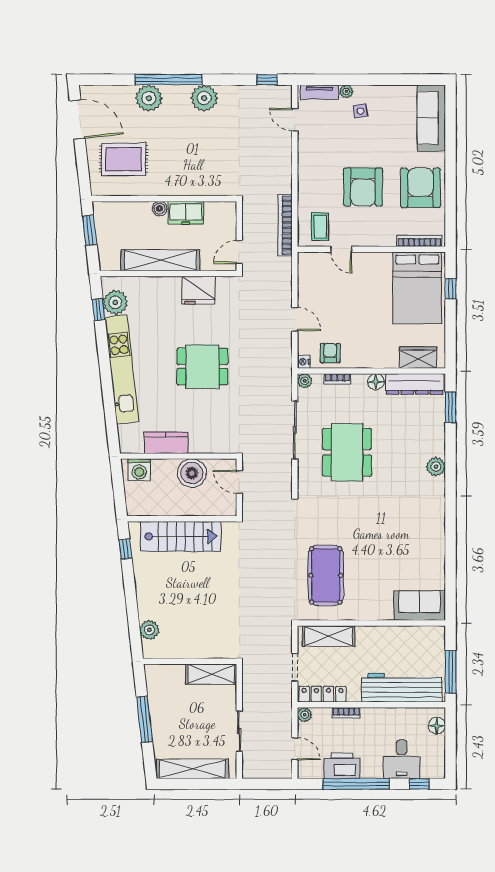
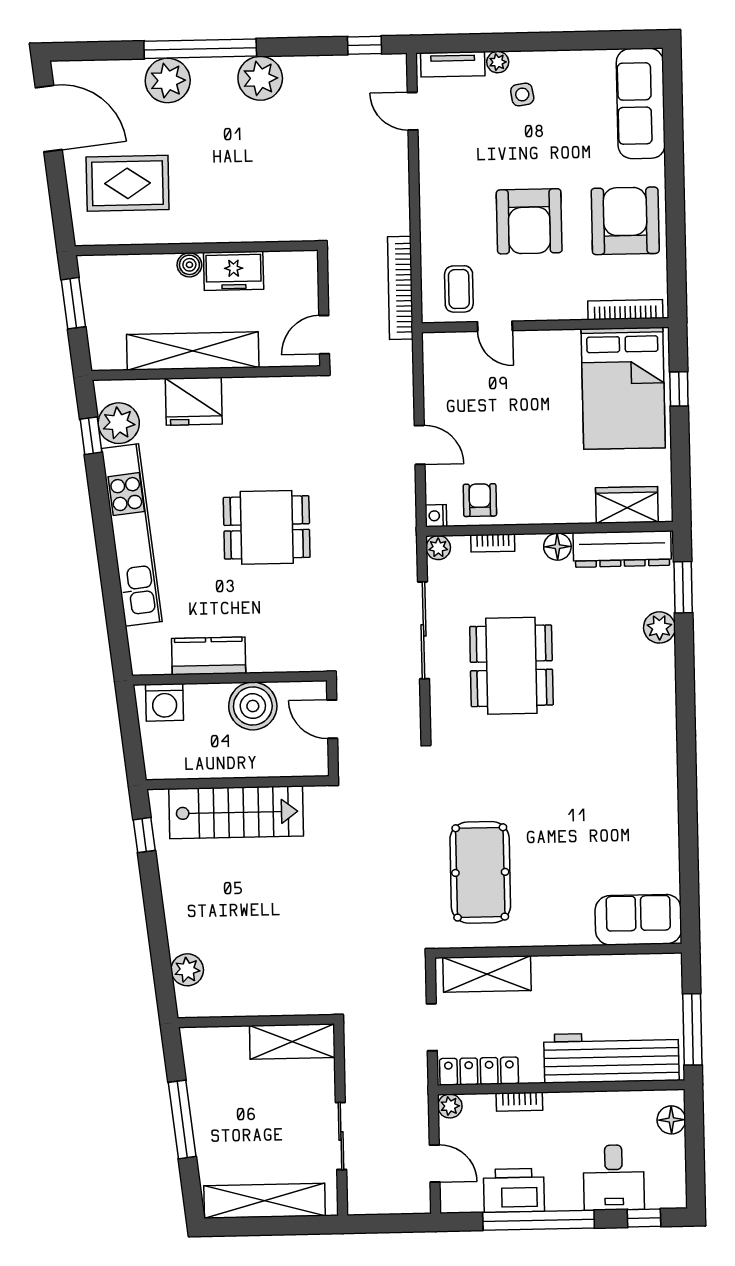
fridge: (198, 290) -> (194, 401), moved
plant: (436, 467) -> (659, 627), moved

